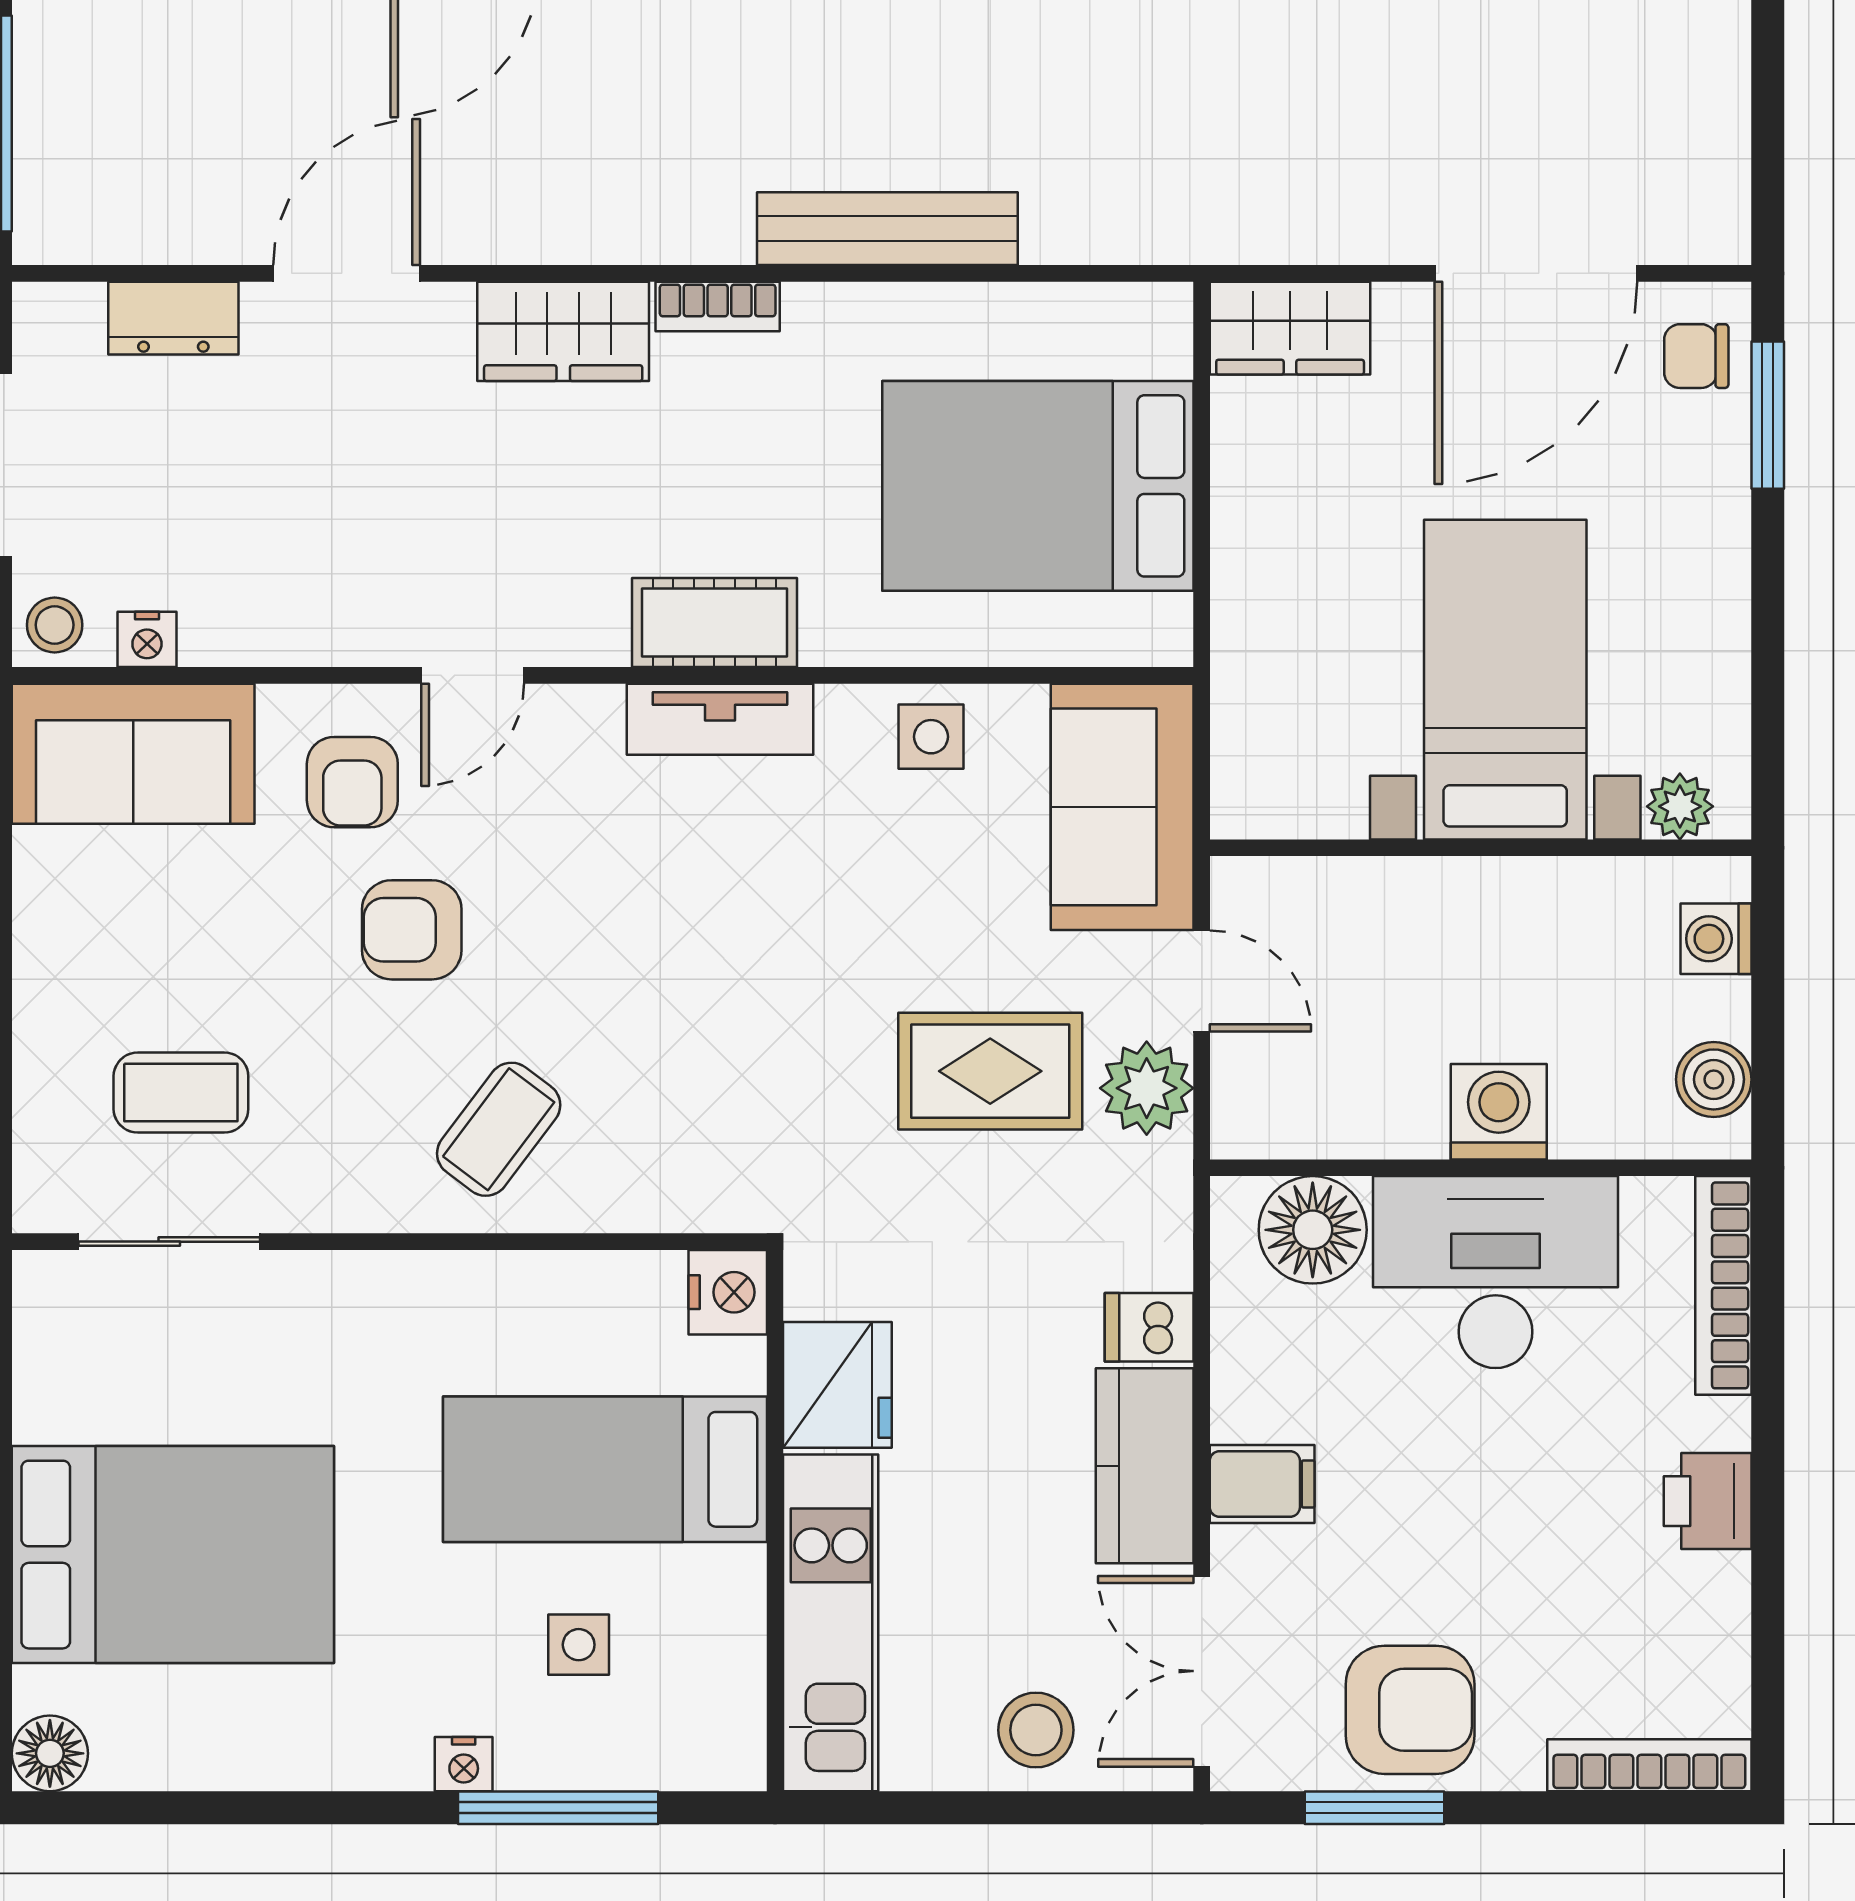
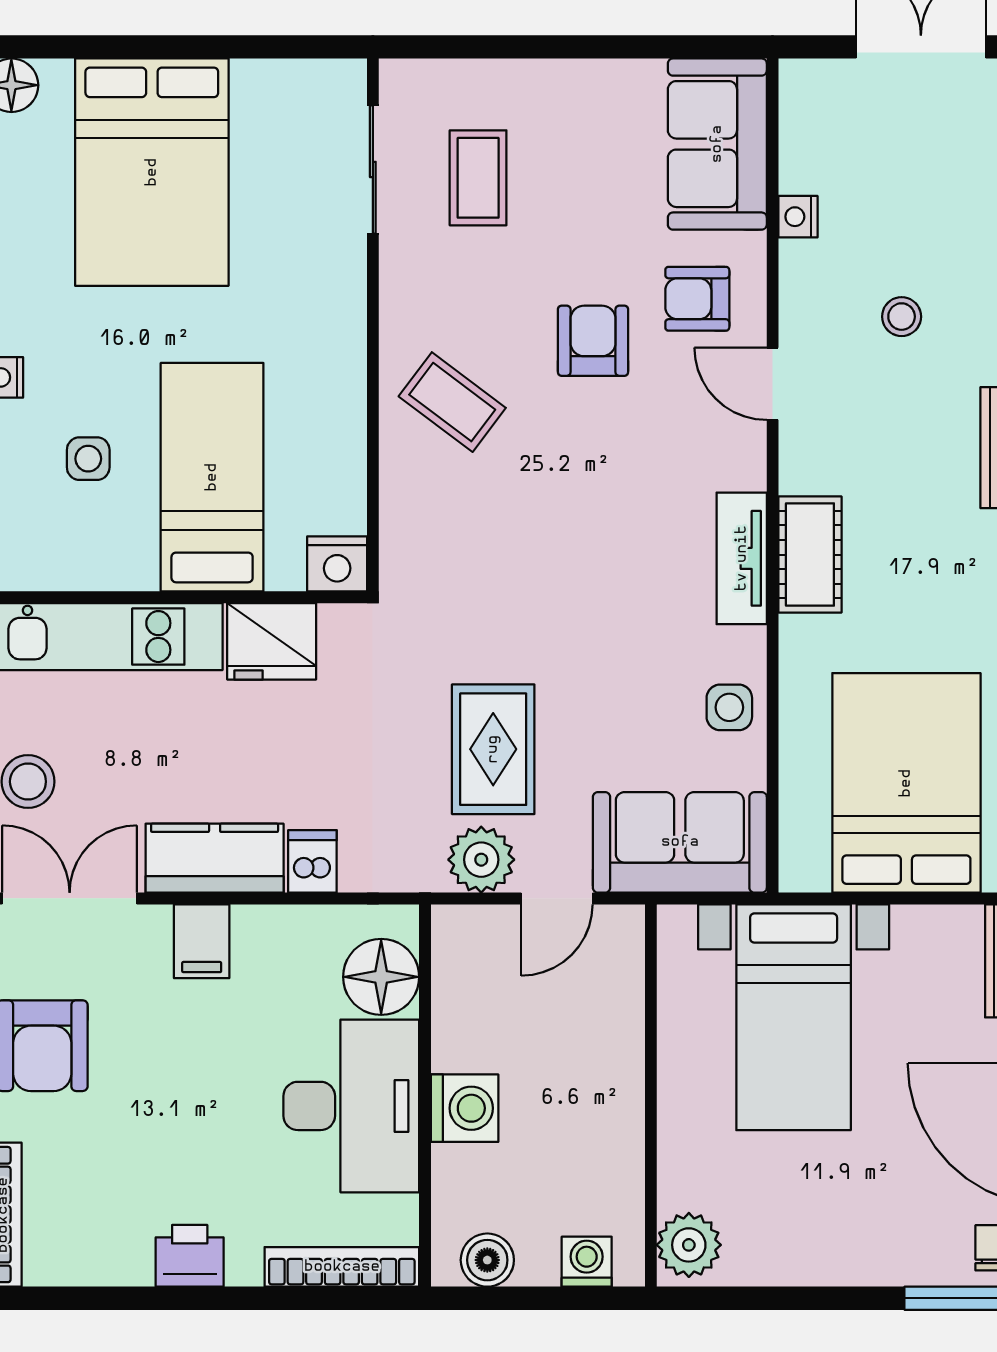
stool: (55, 625) -> (902, 317), moved
nightstand: (147, 639) -> (798, 217), moved
bed with nightstands: (1505, 680) -> (794, 1017), moved, turned 90
plant: (1680, 806) -> (689, 1245), width x1.38, depth x1.38

